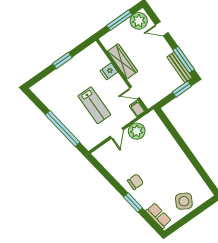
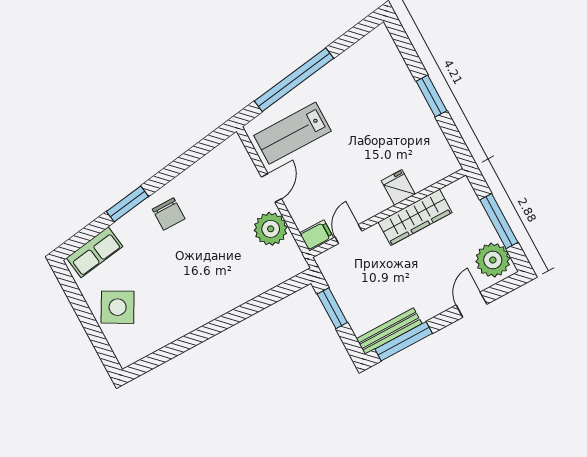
window: (182, 89) -> (332, 308), moved
lab bench: (94, 105) -> (292, 133), moved
door: (117, 133) -> (271, 188), swing flipped

